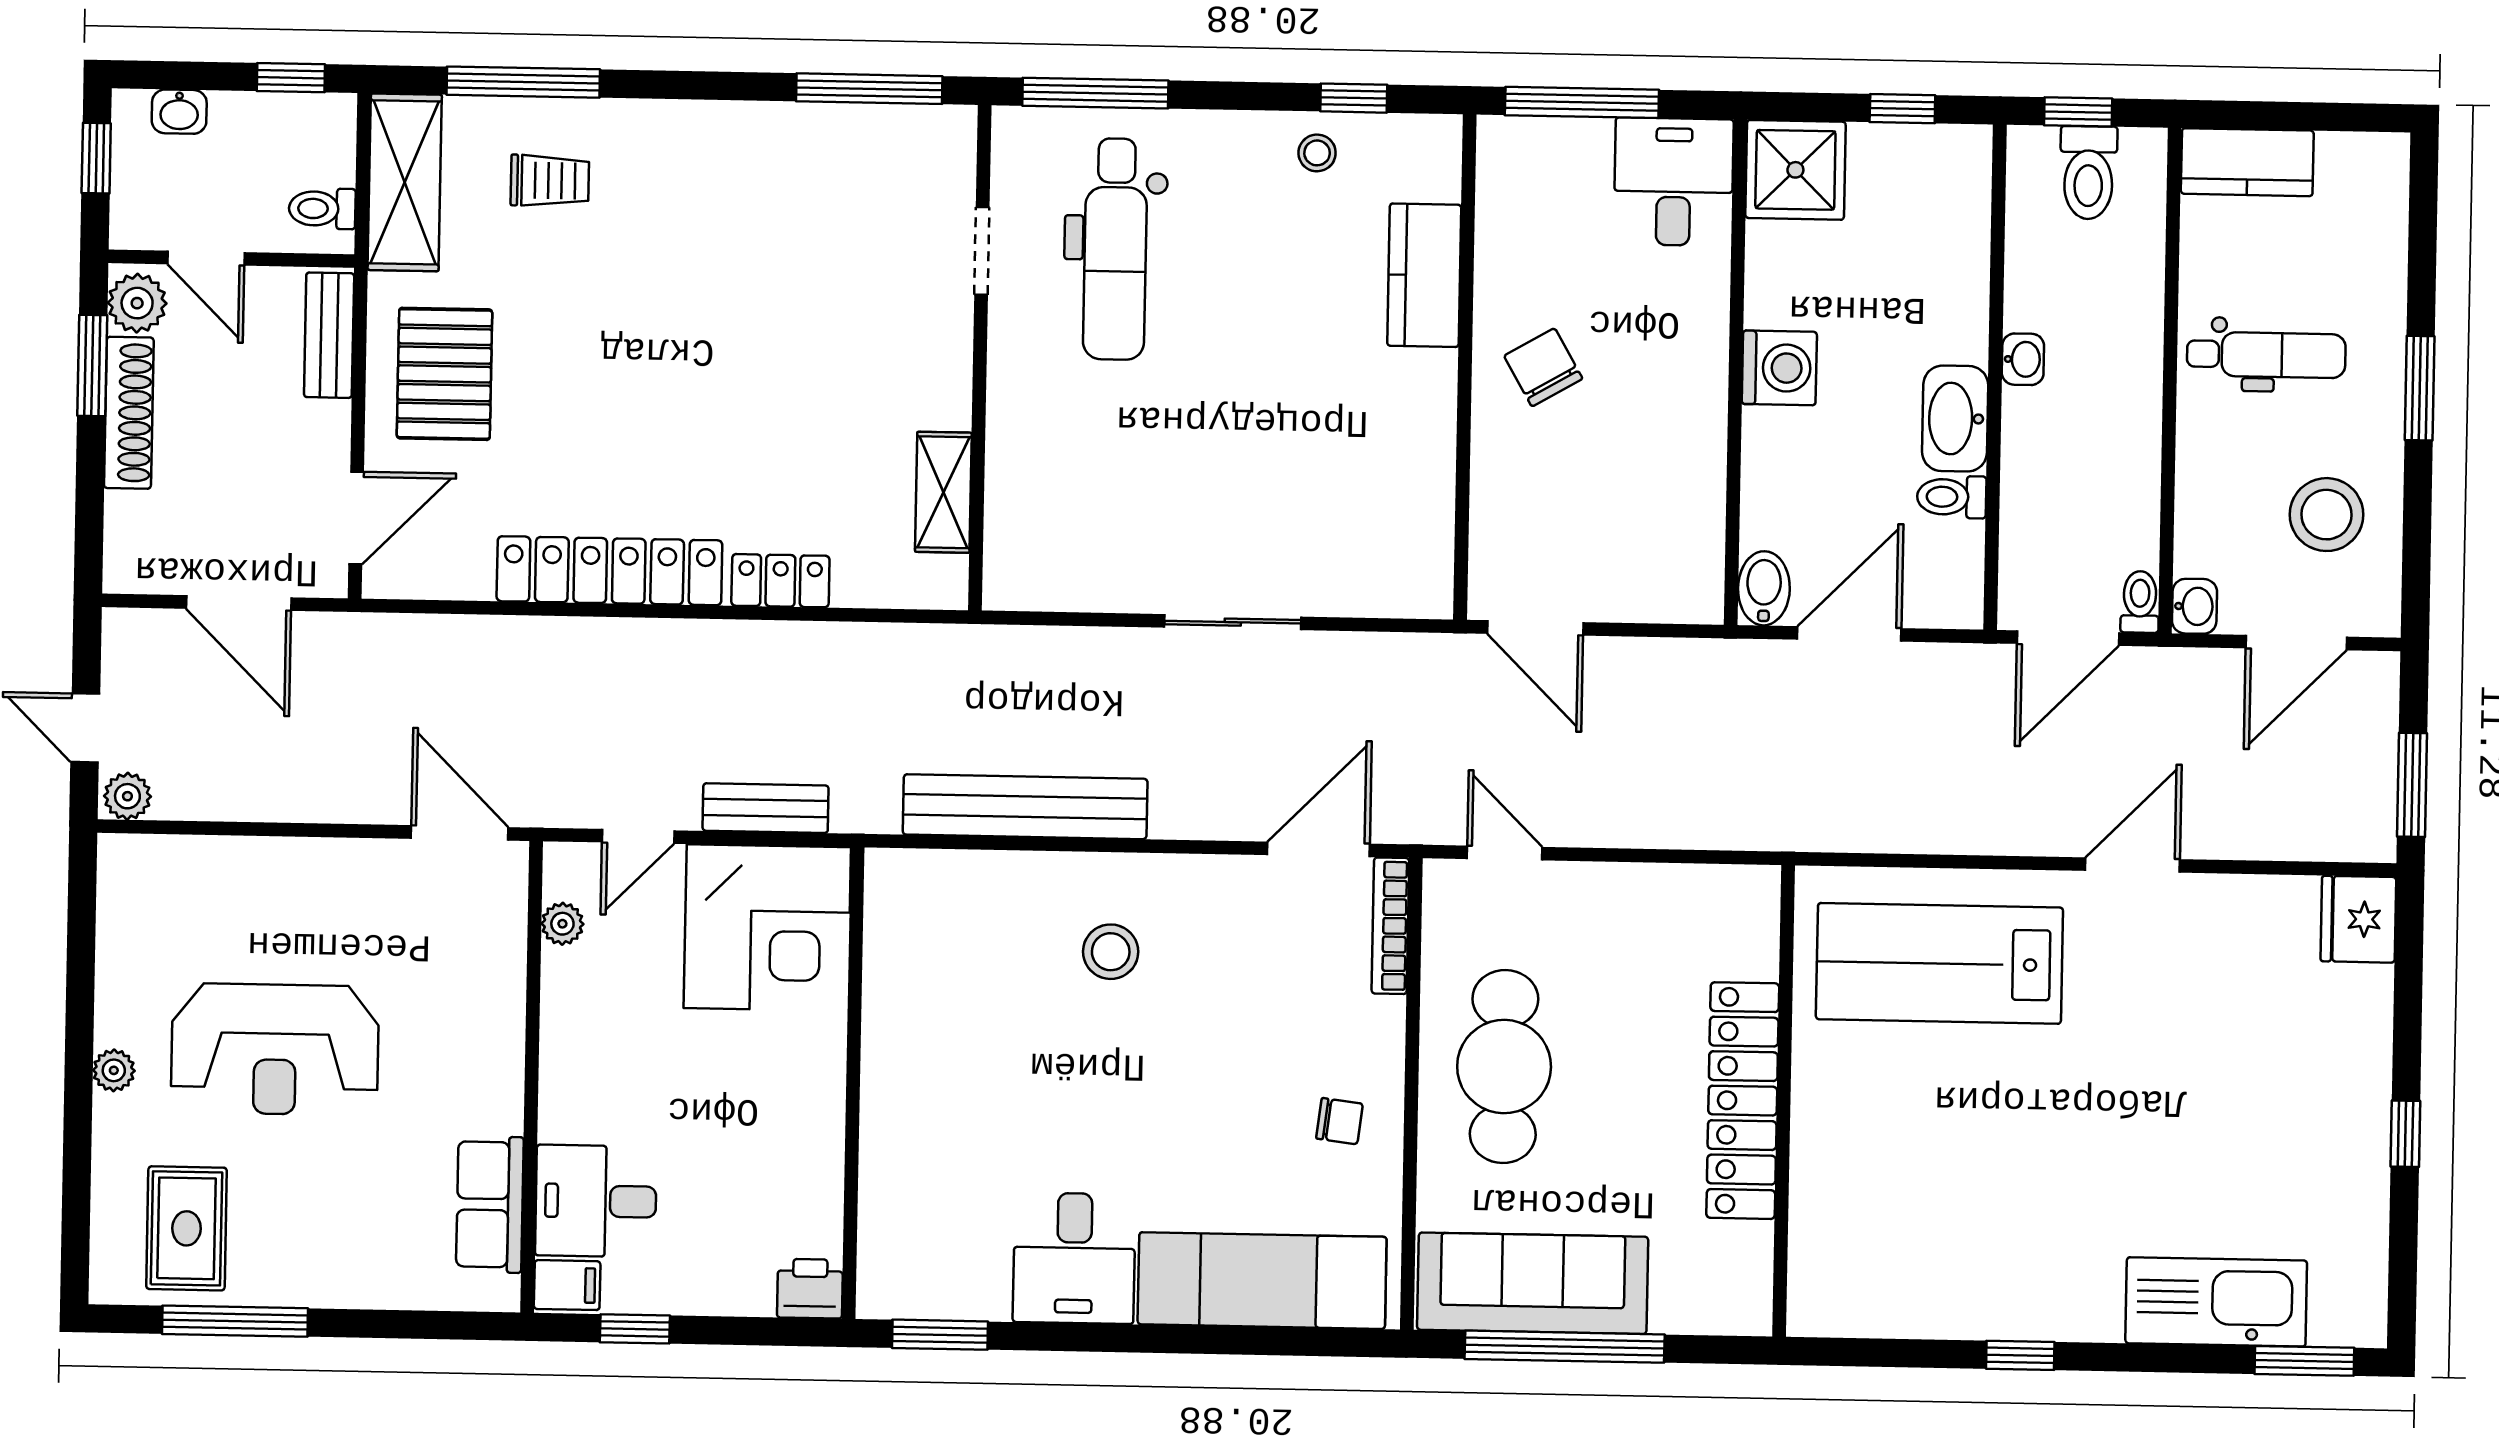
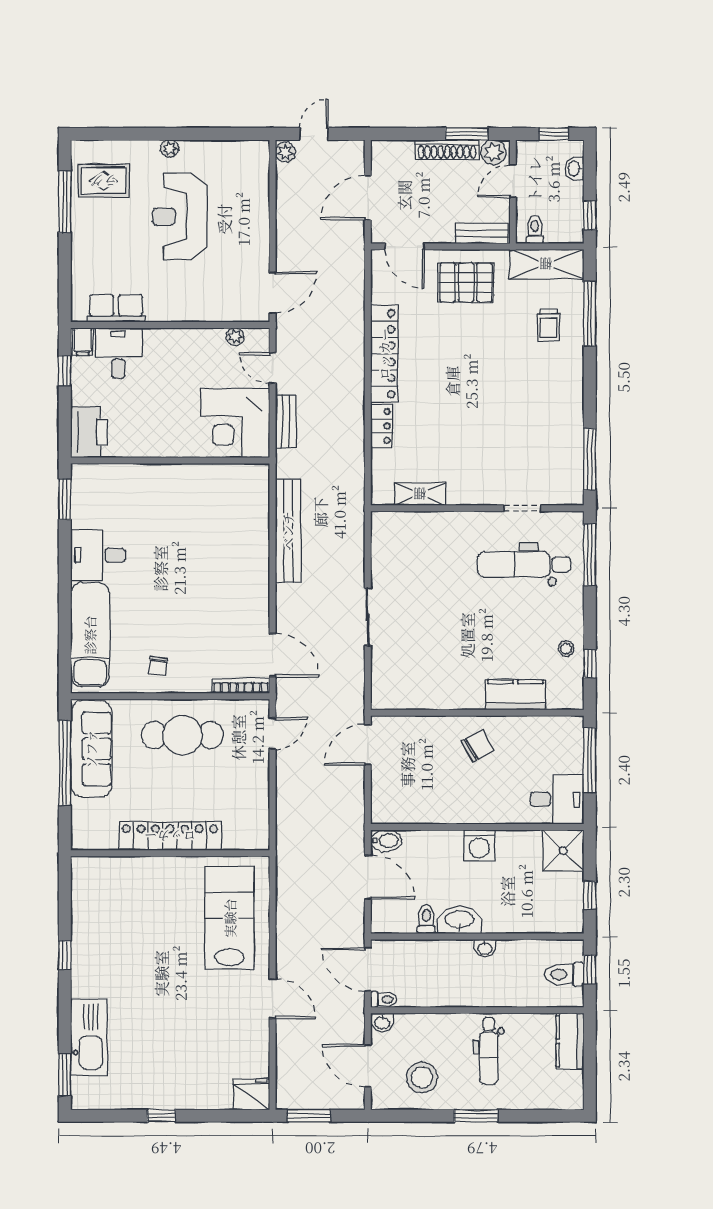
stool: (1111, 952) -> (228, 568), removed
printer: (810, 1289) -> (89, 432), width x1.87, depth x1.48

